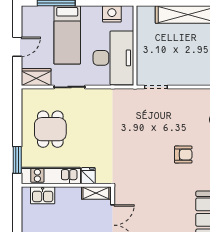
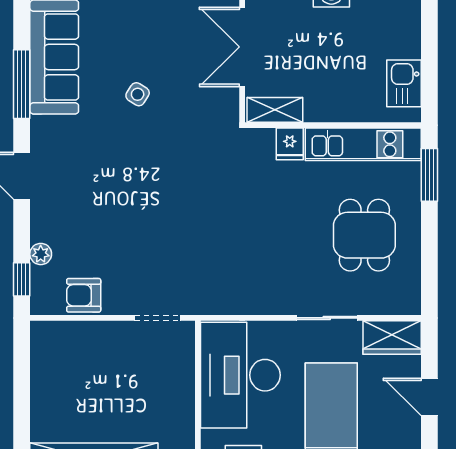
door: (17, 47) -> (429, 397), hinge flipped
armchair: (183, 155) -> (84, 295), moved
kitchen sink: (43, 195) -> (404, 83), moved, turned -90
side table: (166, 201) -> (138, 94), added

